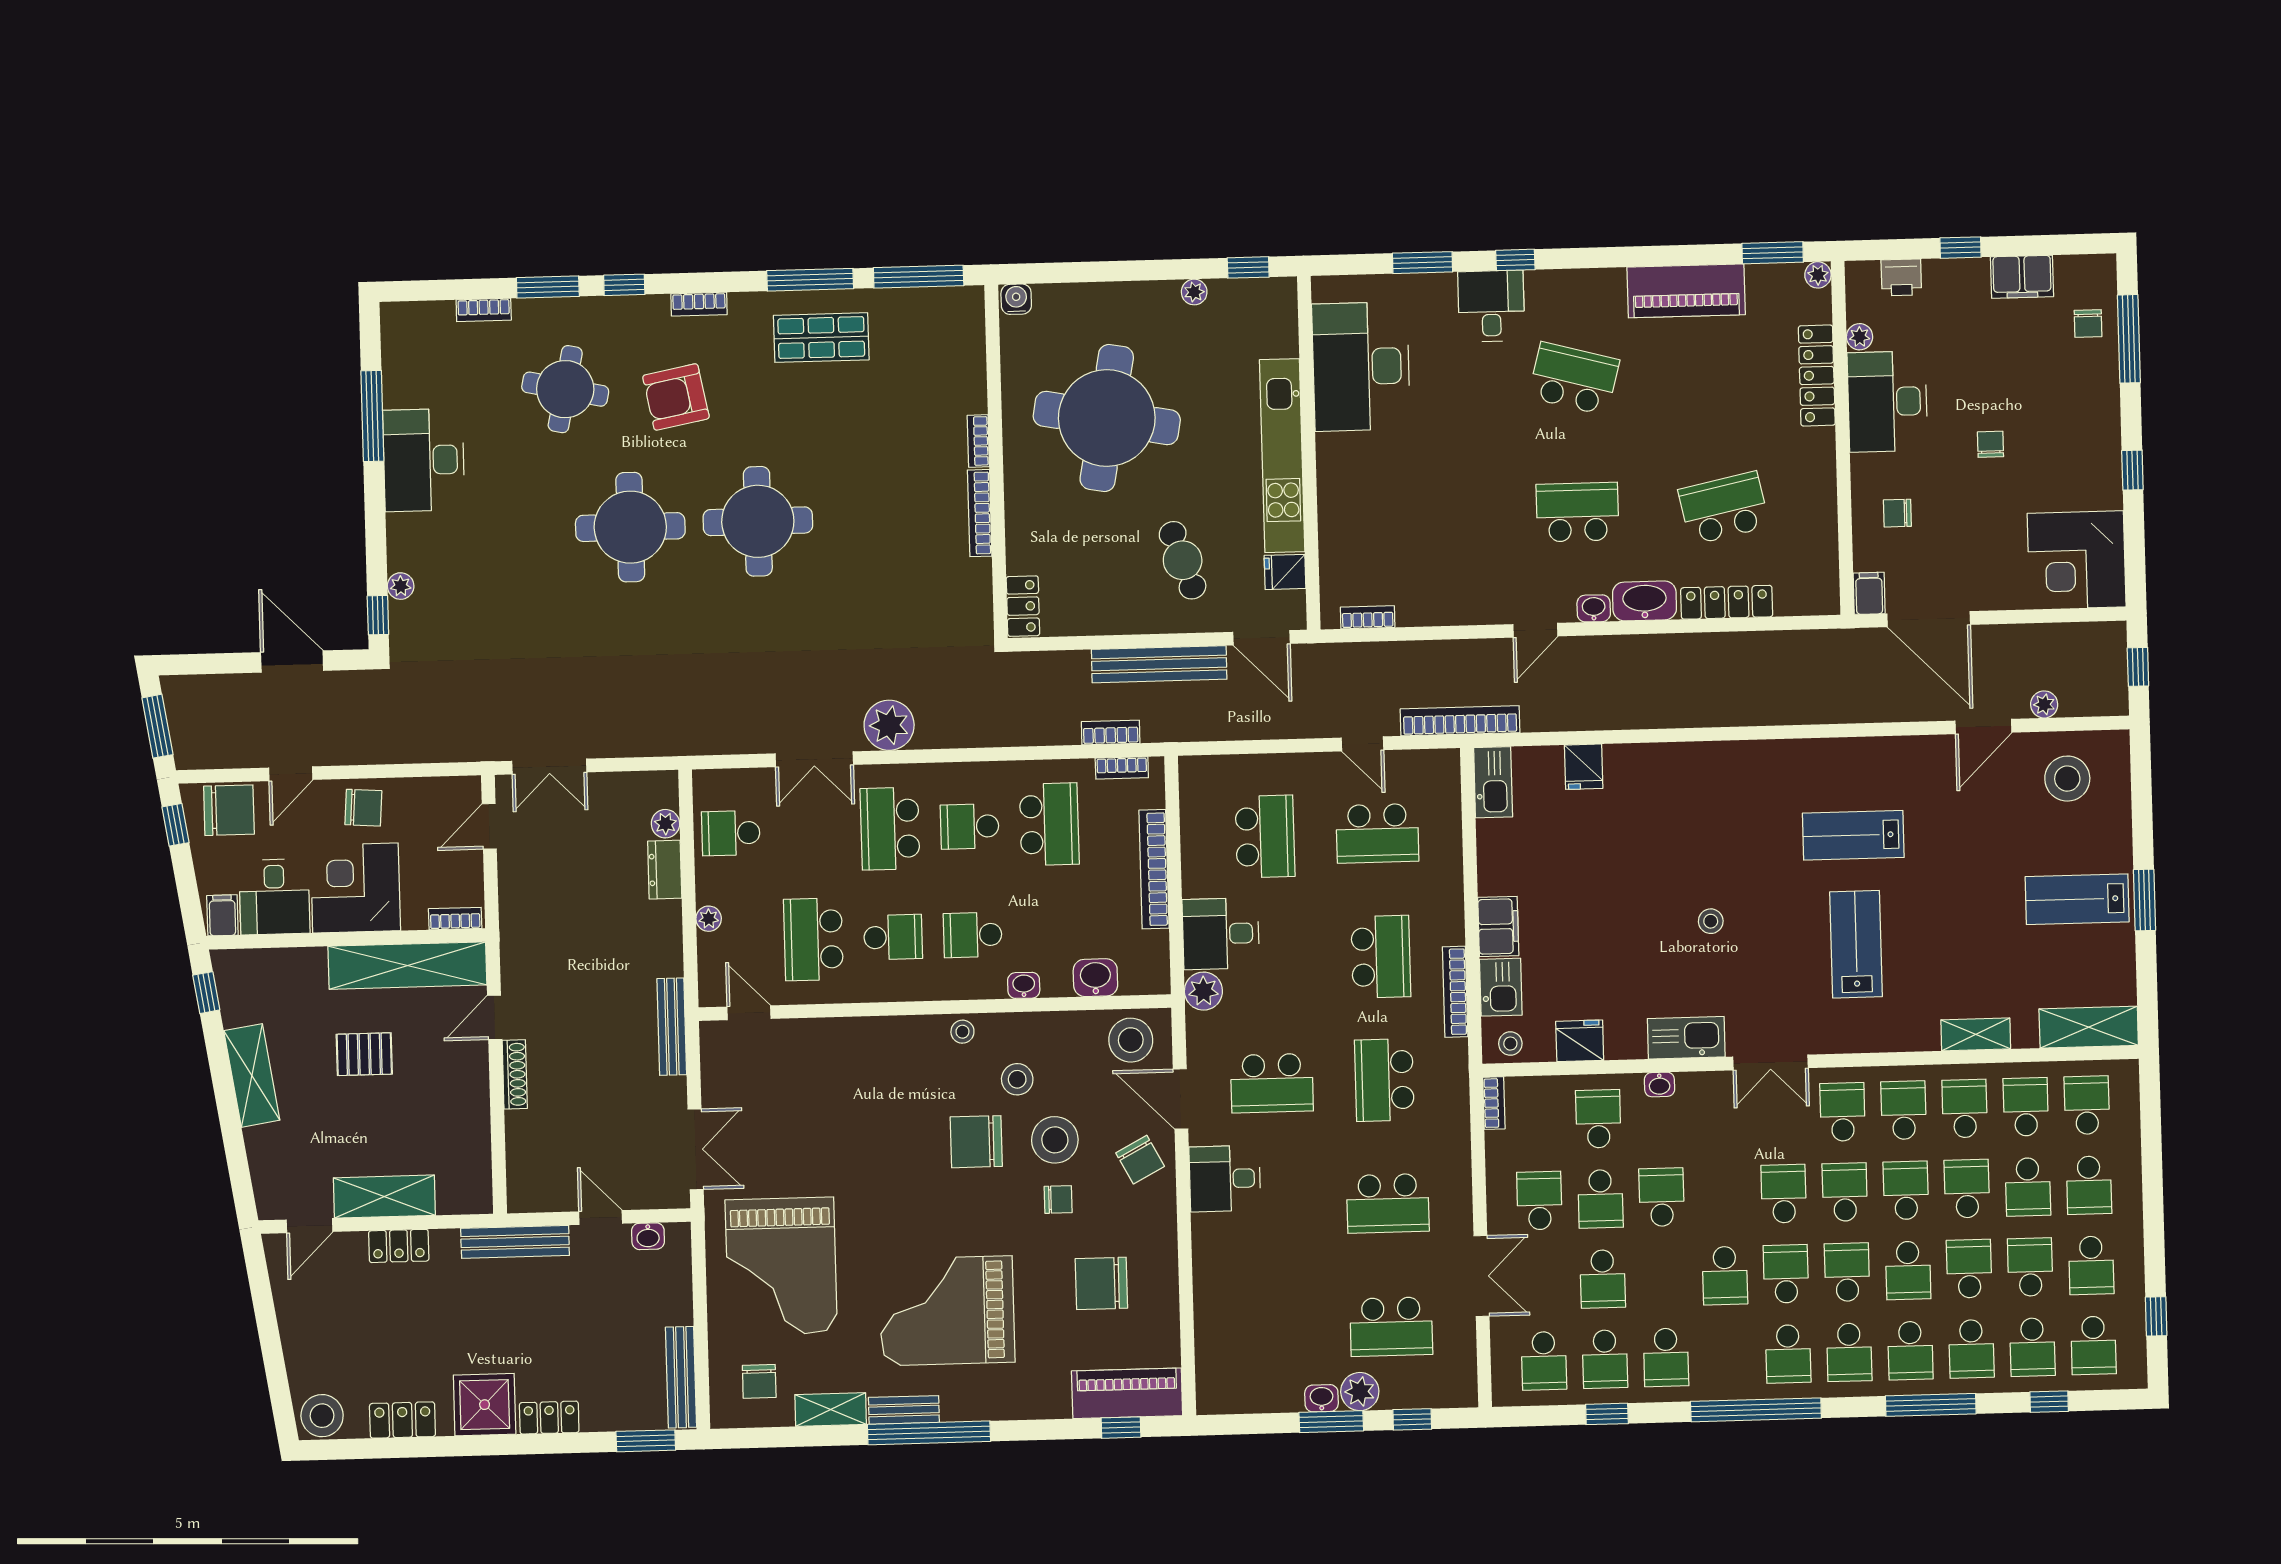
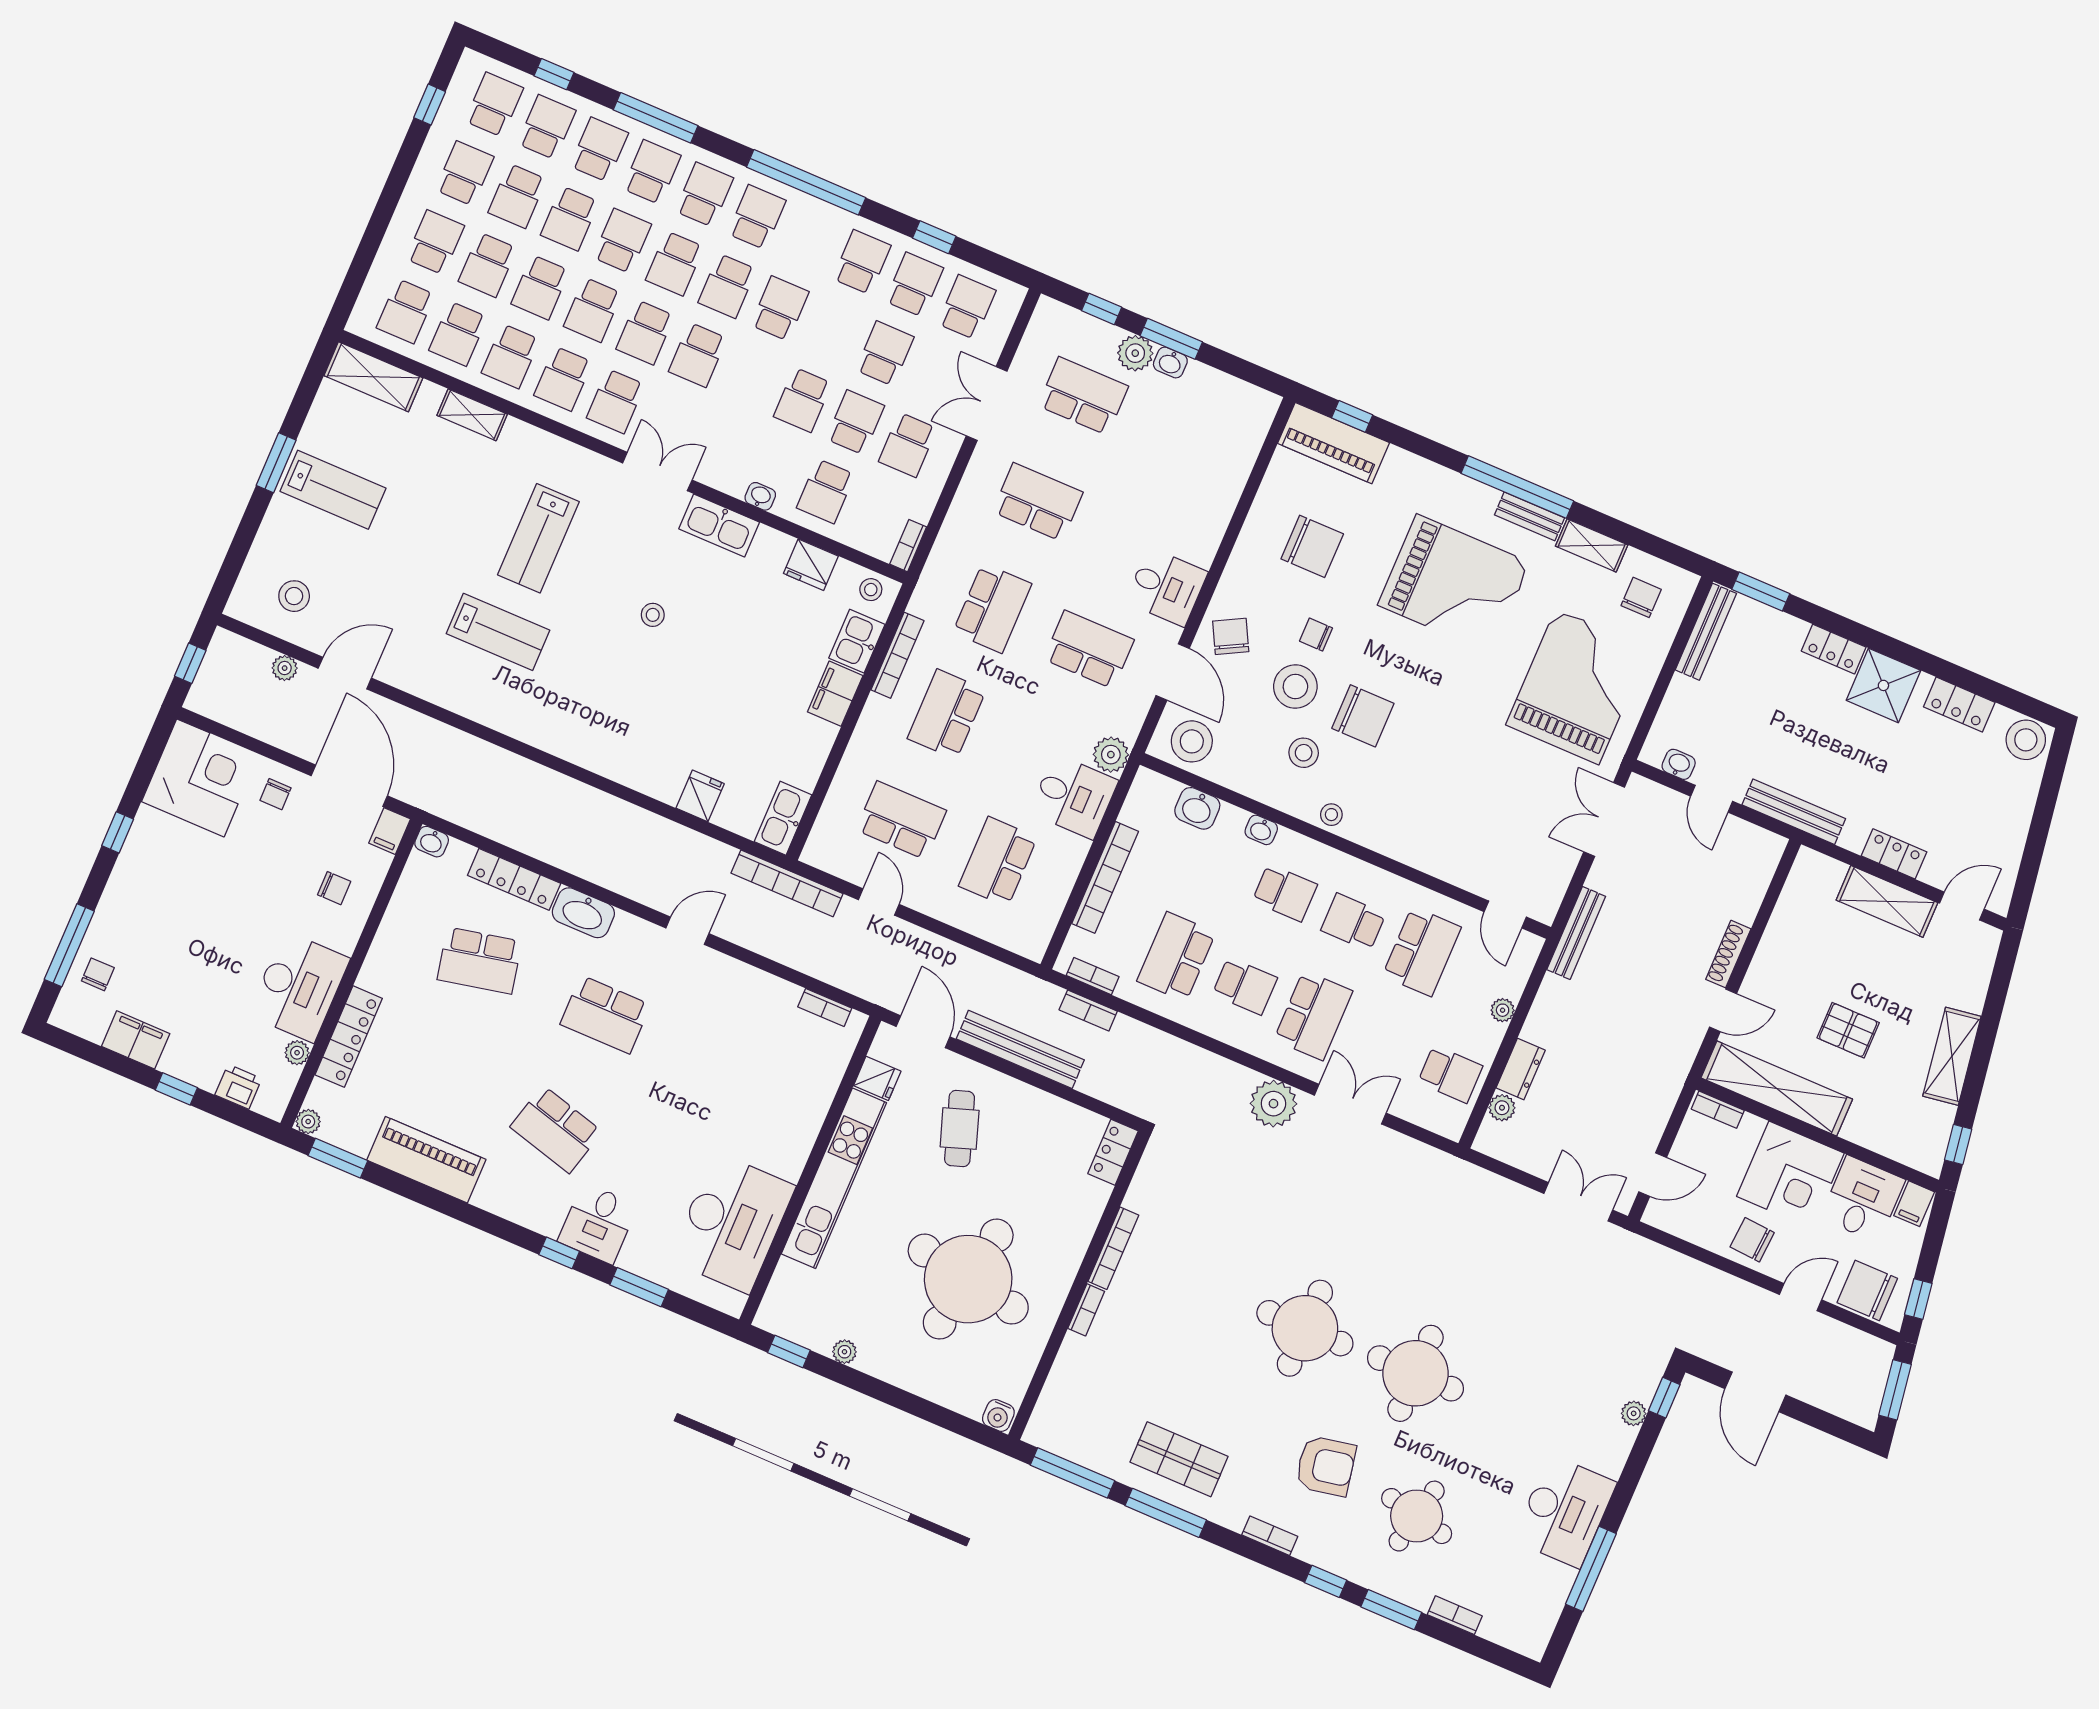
chair: (1991, 444) -> (276, 794), moved
washbasin: (1594, 608) -> (432, 842), moved
stool: (2067, 779) -> (294, 596), width x0.73, depth x0.73
school desk: (2028, 1187) -> (488, 265), turned 180

